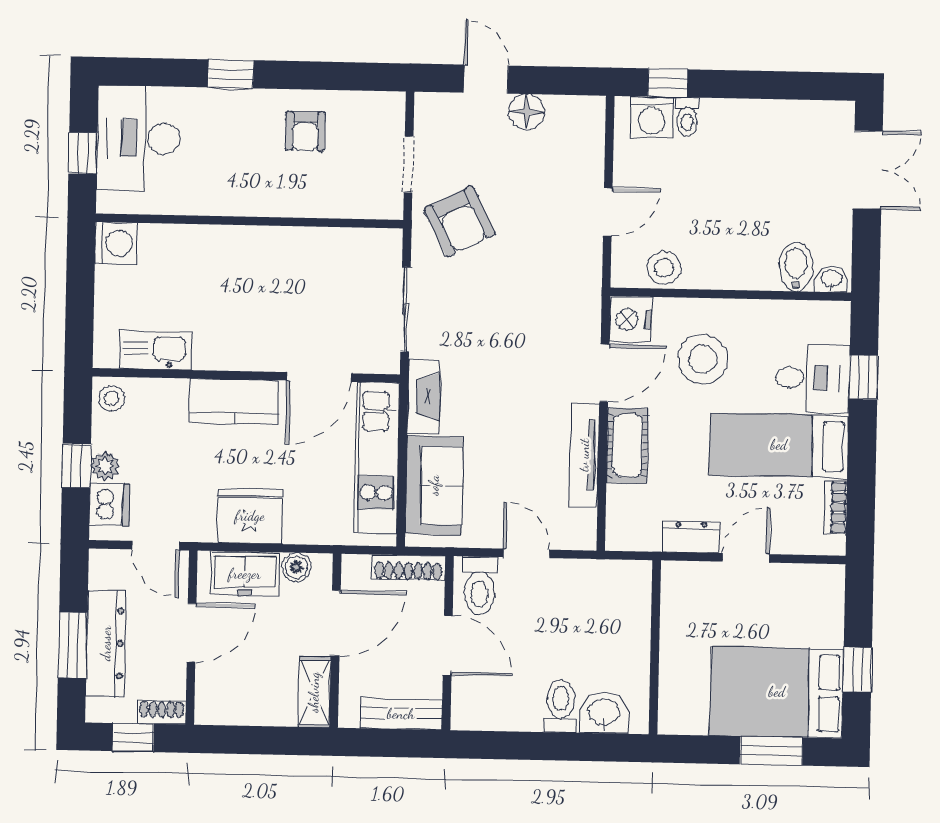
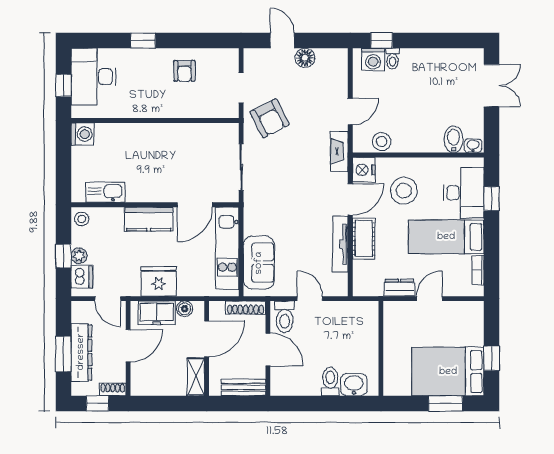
desk: (812, 378) -> (464, 193), width x1.37
fireplace: (424, 396) -> (339, 151), moved, turned 180

